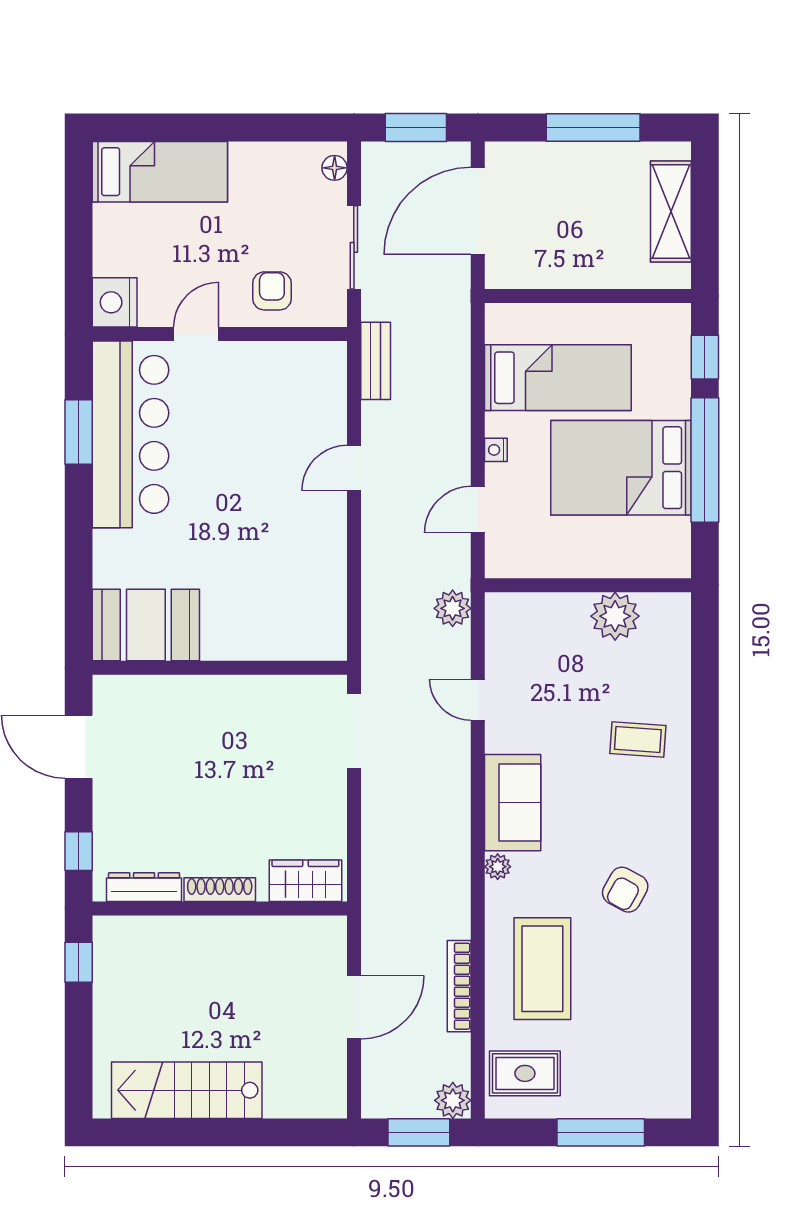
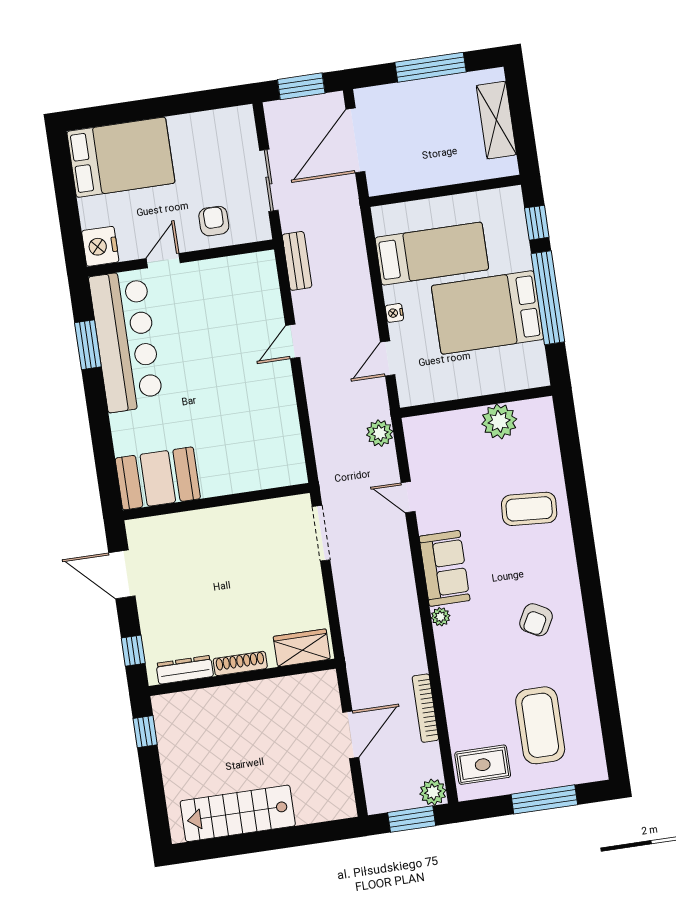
floor lamp: (335, 168) -> (246, 125), removed
bed: (160, 172) -> (121, 157), width x1.50
coffee table: (638, 739) -> (529, 509), width x1.36, depth x1.30
coffee table: (542, 969) -> (540, 725), moved

